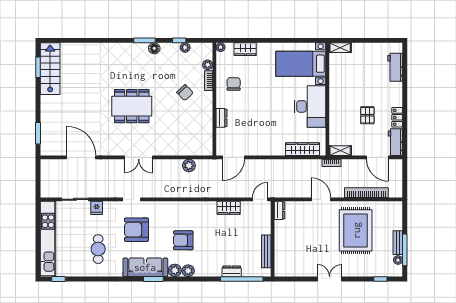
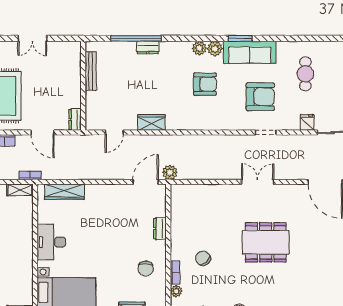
desk: (310, 106) -> (51, 242), width x0.73, depth x0.77
plant: (189, 166) -> (170, 172), moved
dresser: (280, 210) -> (75, 120), moved
wall: (273, 239) -> (83, 86), moved
bench: (266, 251) -> (91, 71), moved

